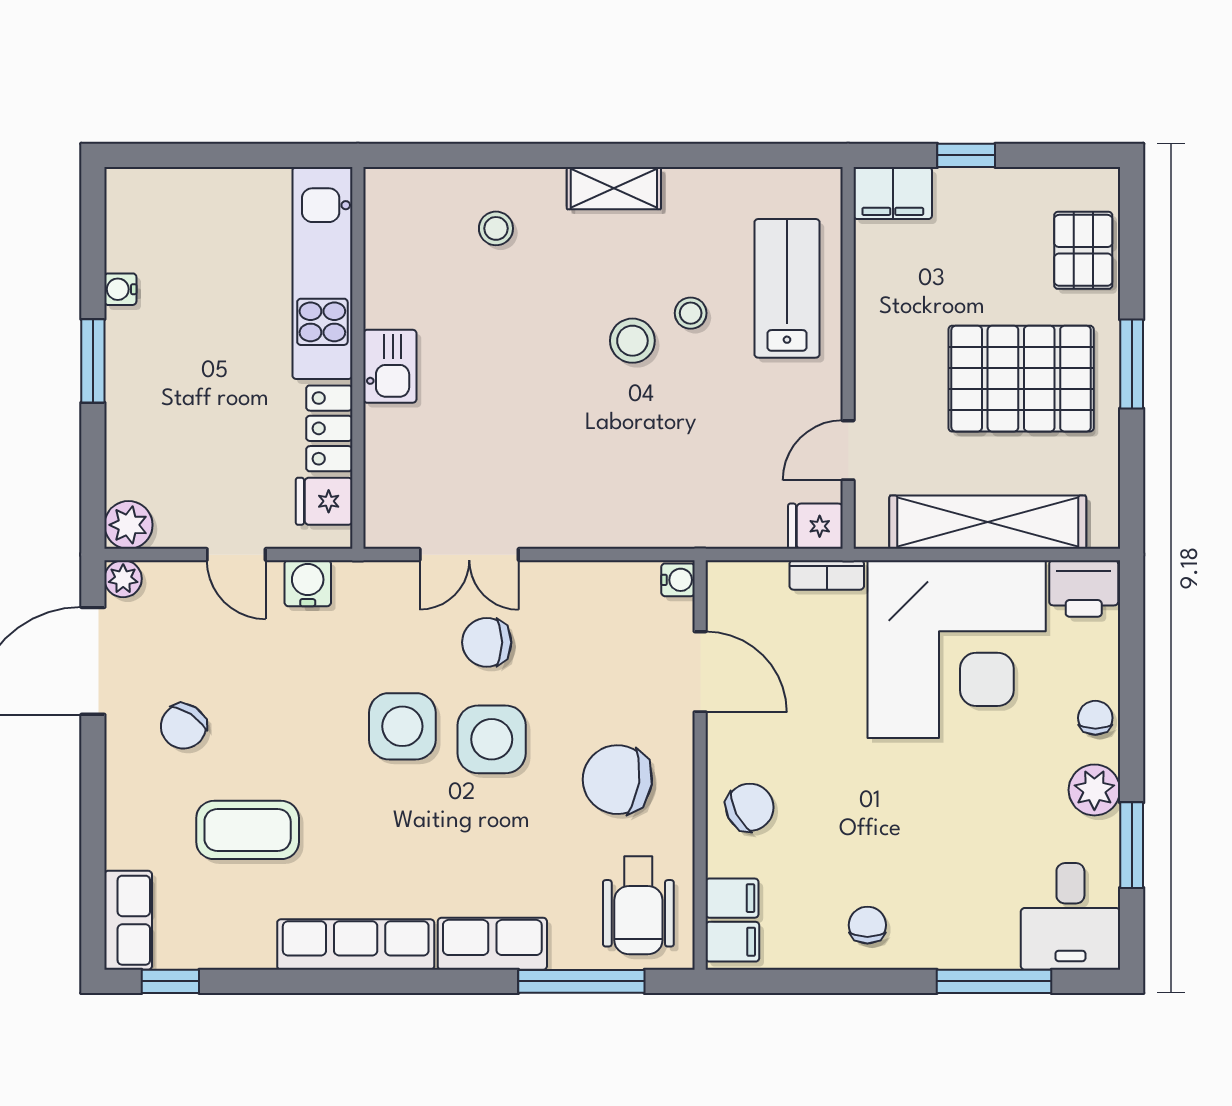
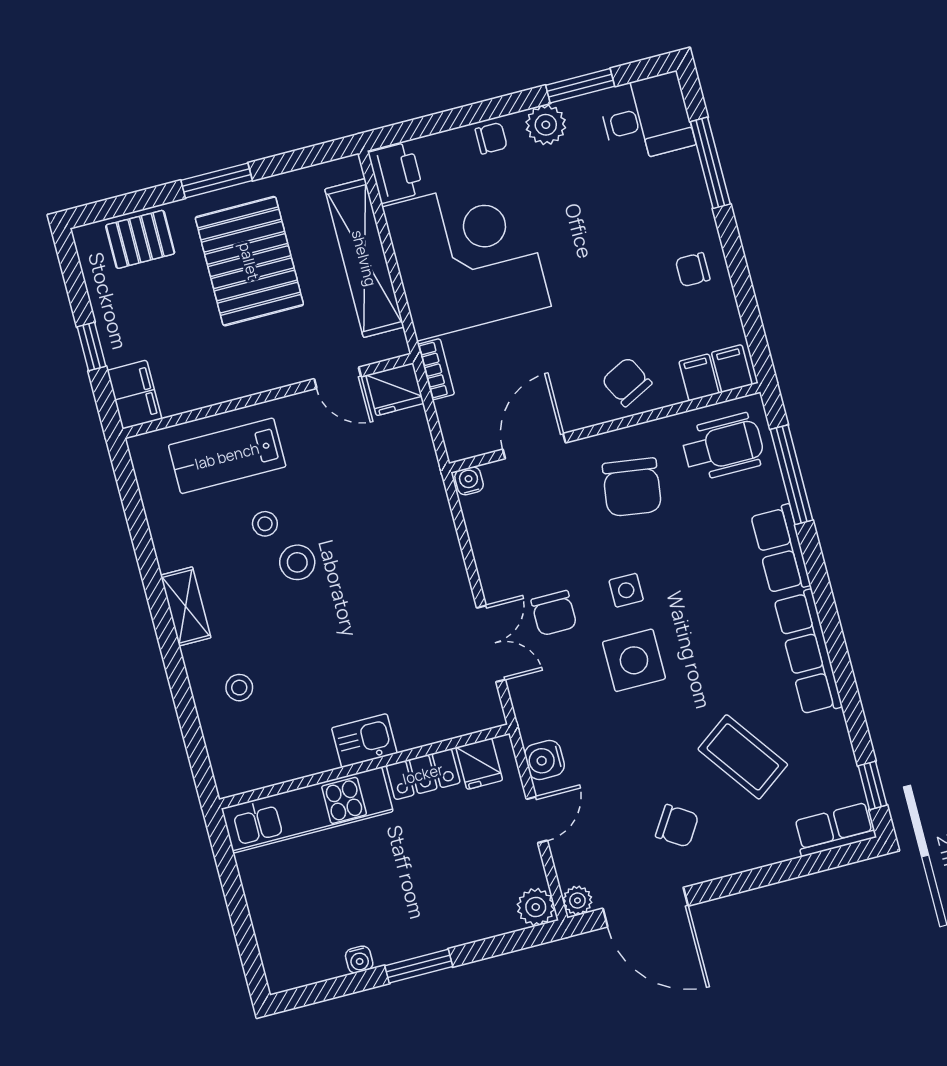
fridge: (815, 526) -> (395, 389), width x1.38
chair: (1095, 718) -> (491, 138), turned 180
side table: (492, 739) -> (626, 590), width x0.54, depth x0.54
coffee table: (248, 830) -> (743, 757), turned -36

